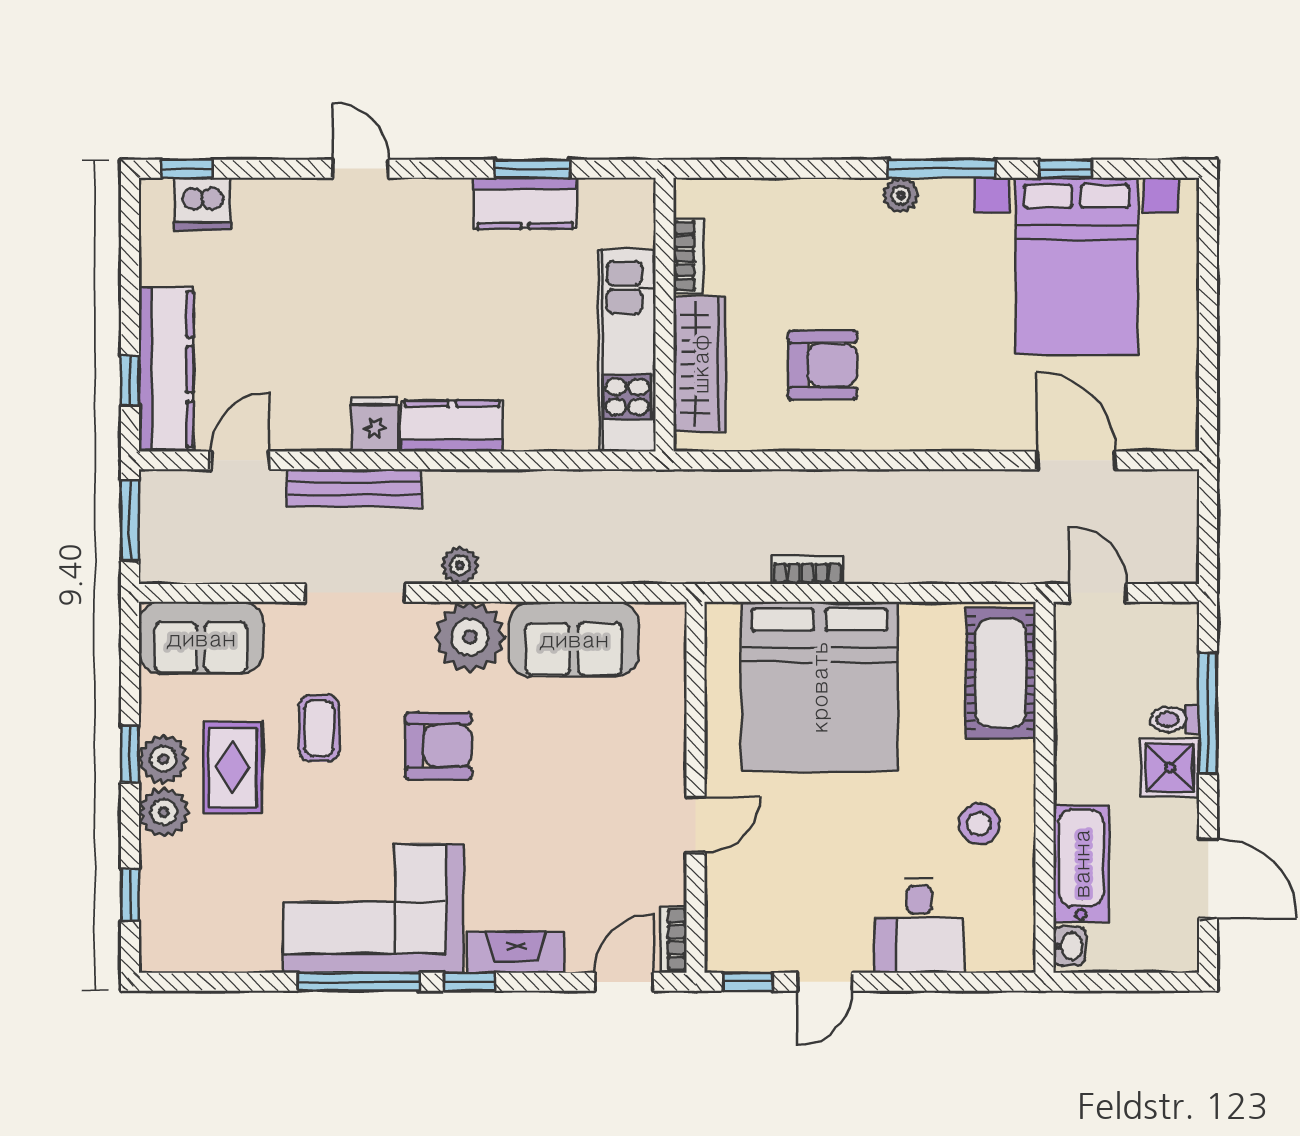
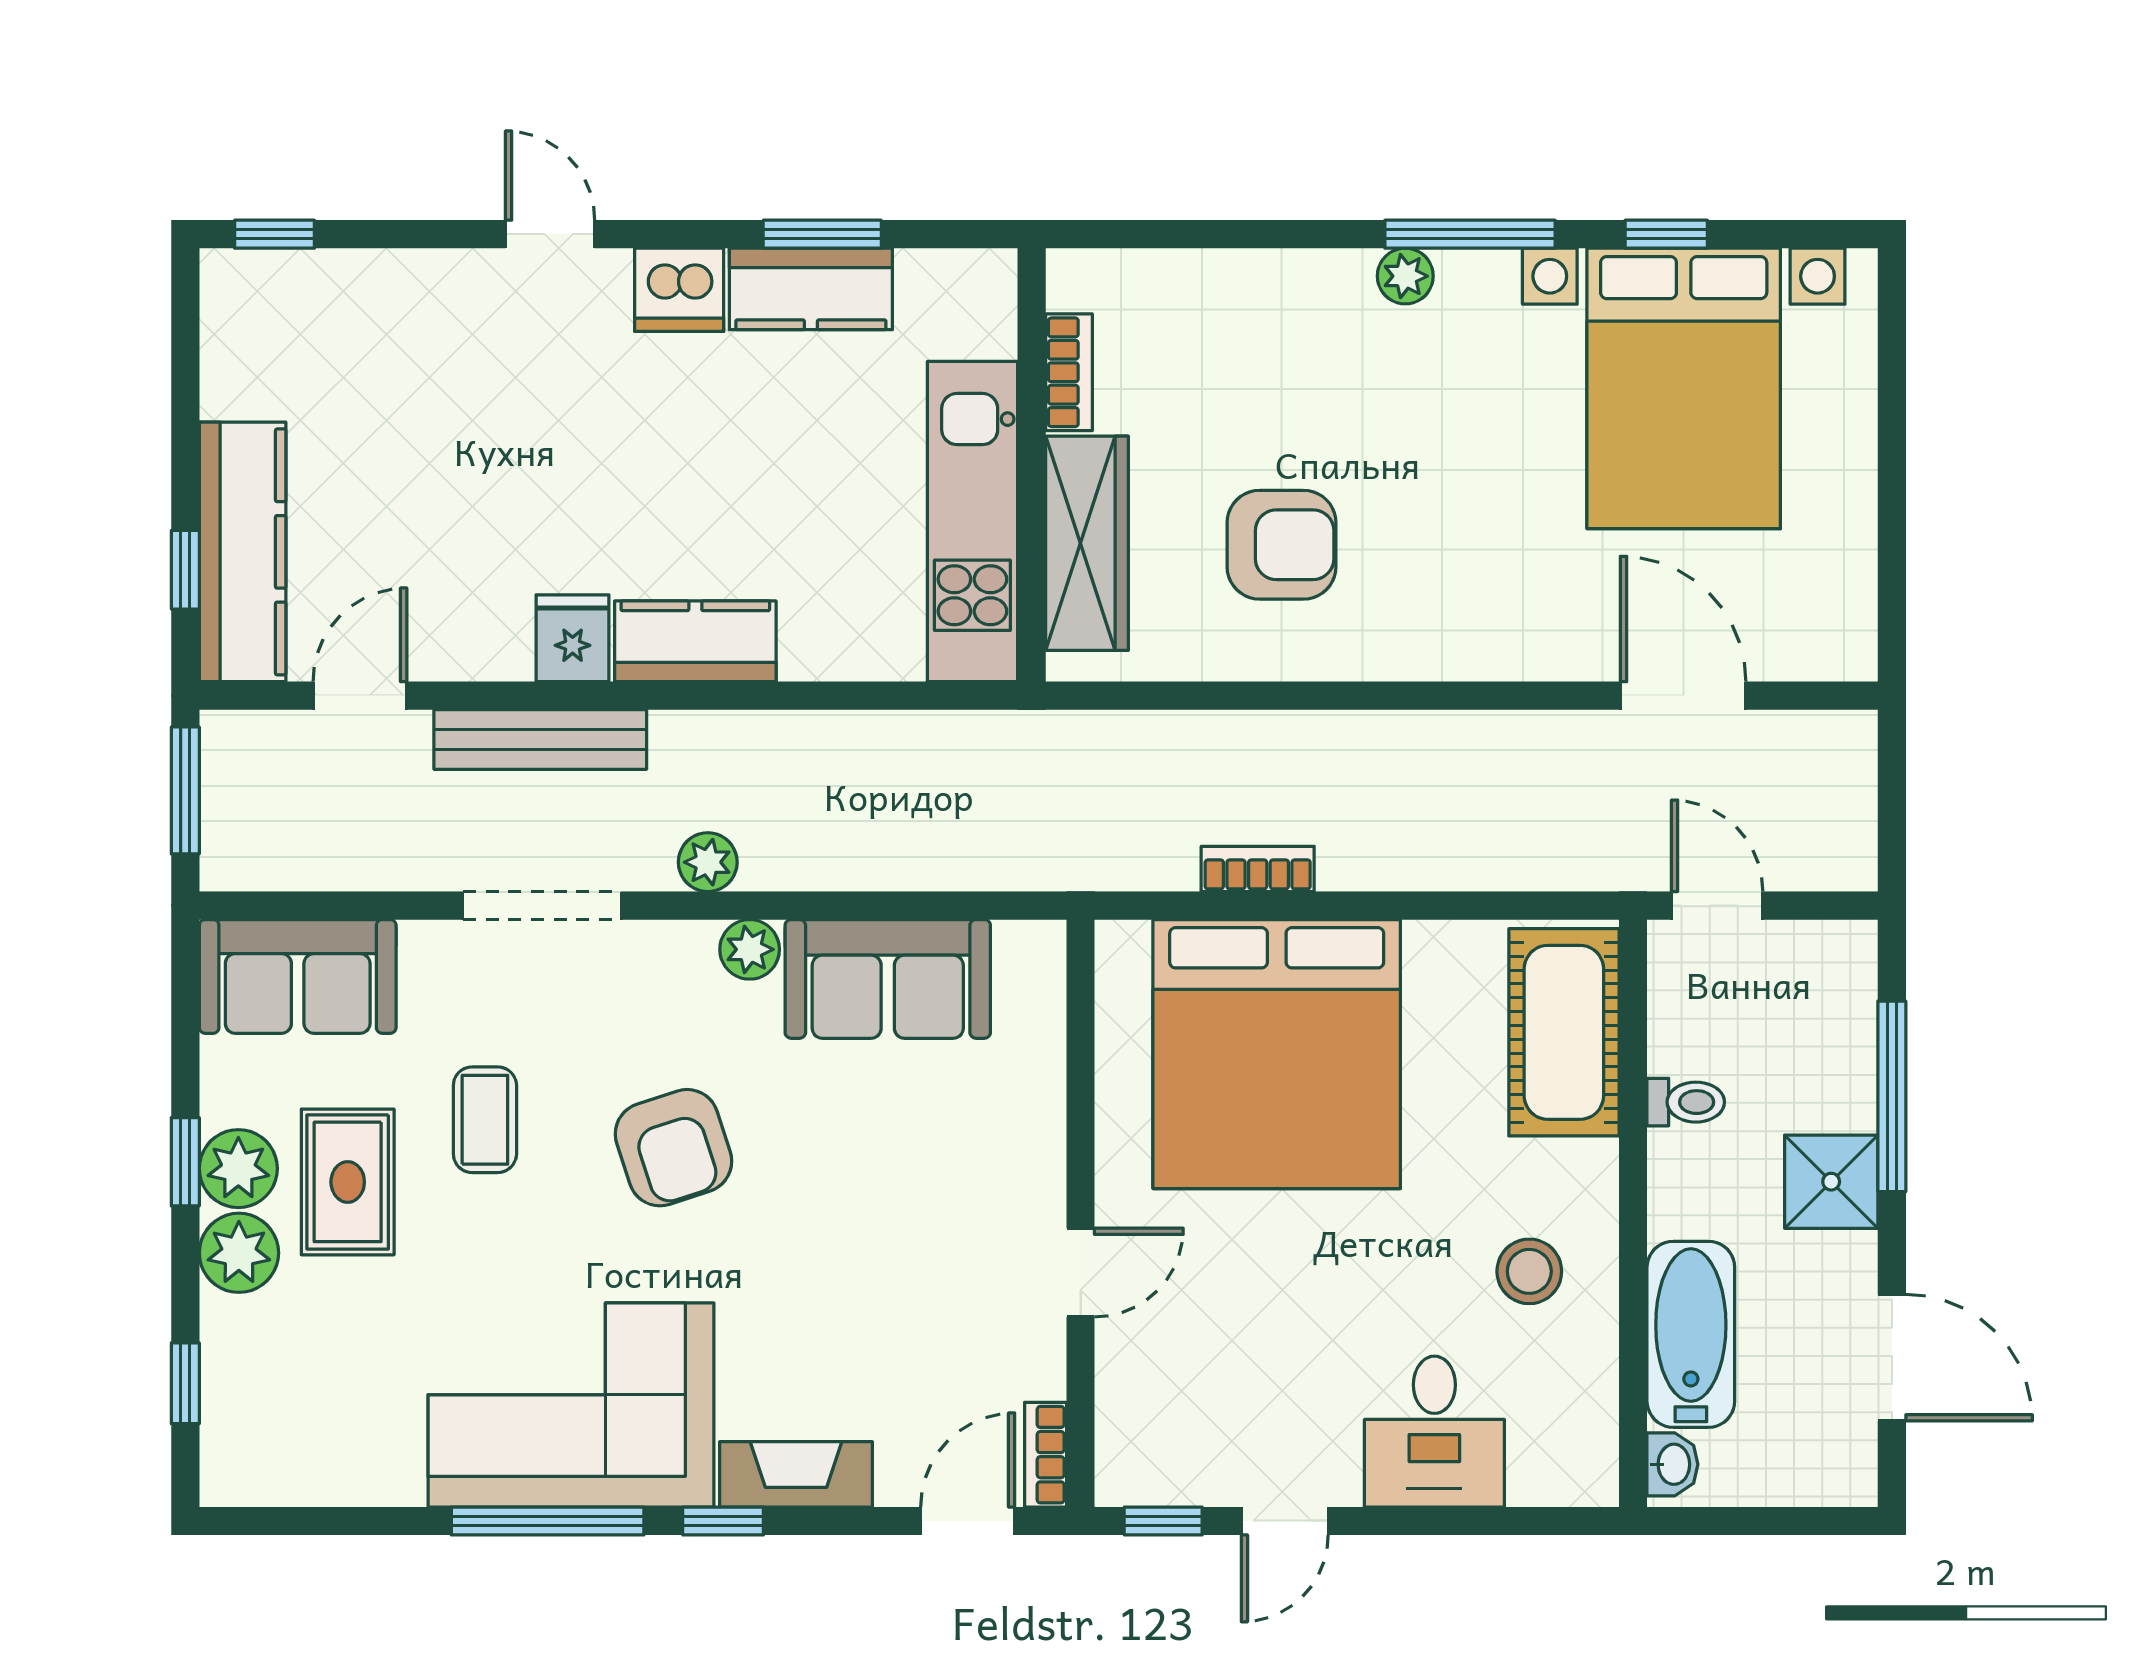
dishwasher: (202, 204) -> (679, 290), moved
plant: (470, 637) -> (750, 949), width x0.53, depth x0.53
toilet: (1175, 719) -> (1686, 1102), moved, turned 180
armchair: (438, 746) -> (673, 1148), turned 72

